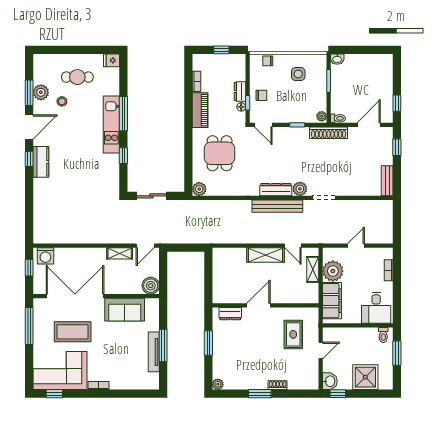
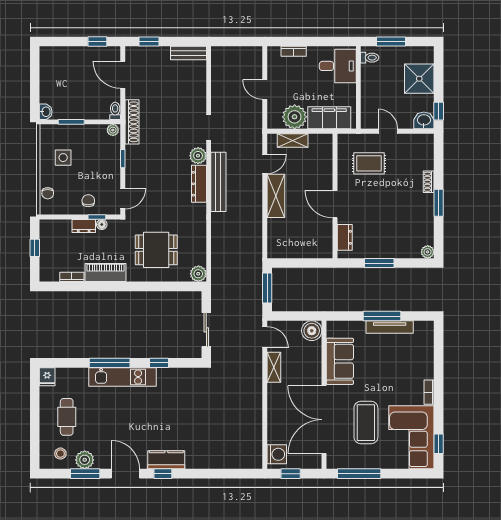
stool: (62, 101) -> (60, 454), moved
window: (187, 248) -> (267, 288), added

